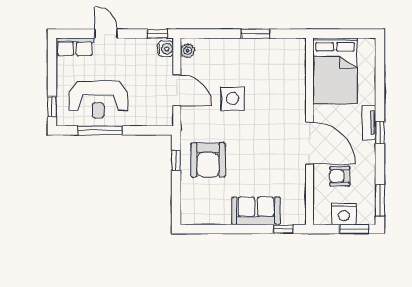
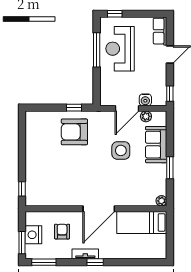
plant: (299, 45) -> (161, 201), added
water cooler: (166, 49) -> (145, 100), moved
plant: (188, 51) -> (146, 116), moved
bed: (335, 71) -> (142, 222), width x0.67
tv unit: (369, 122) -> (85, 254), moved
door: (309, 143) -> (99, 209), moved
sofa: (256, 211) -> (156, 145), moved, turned 180

